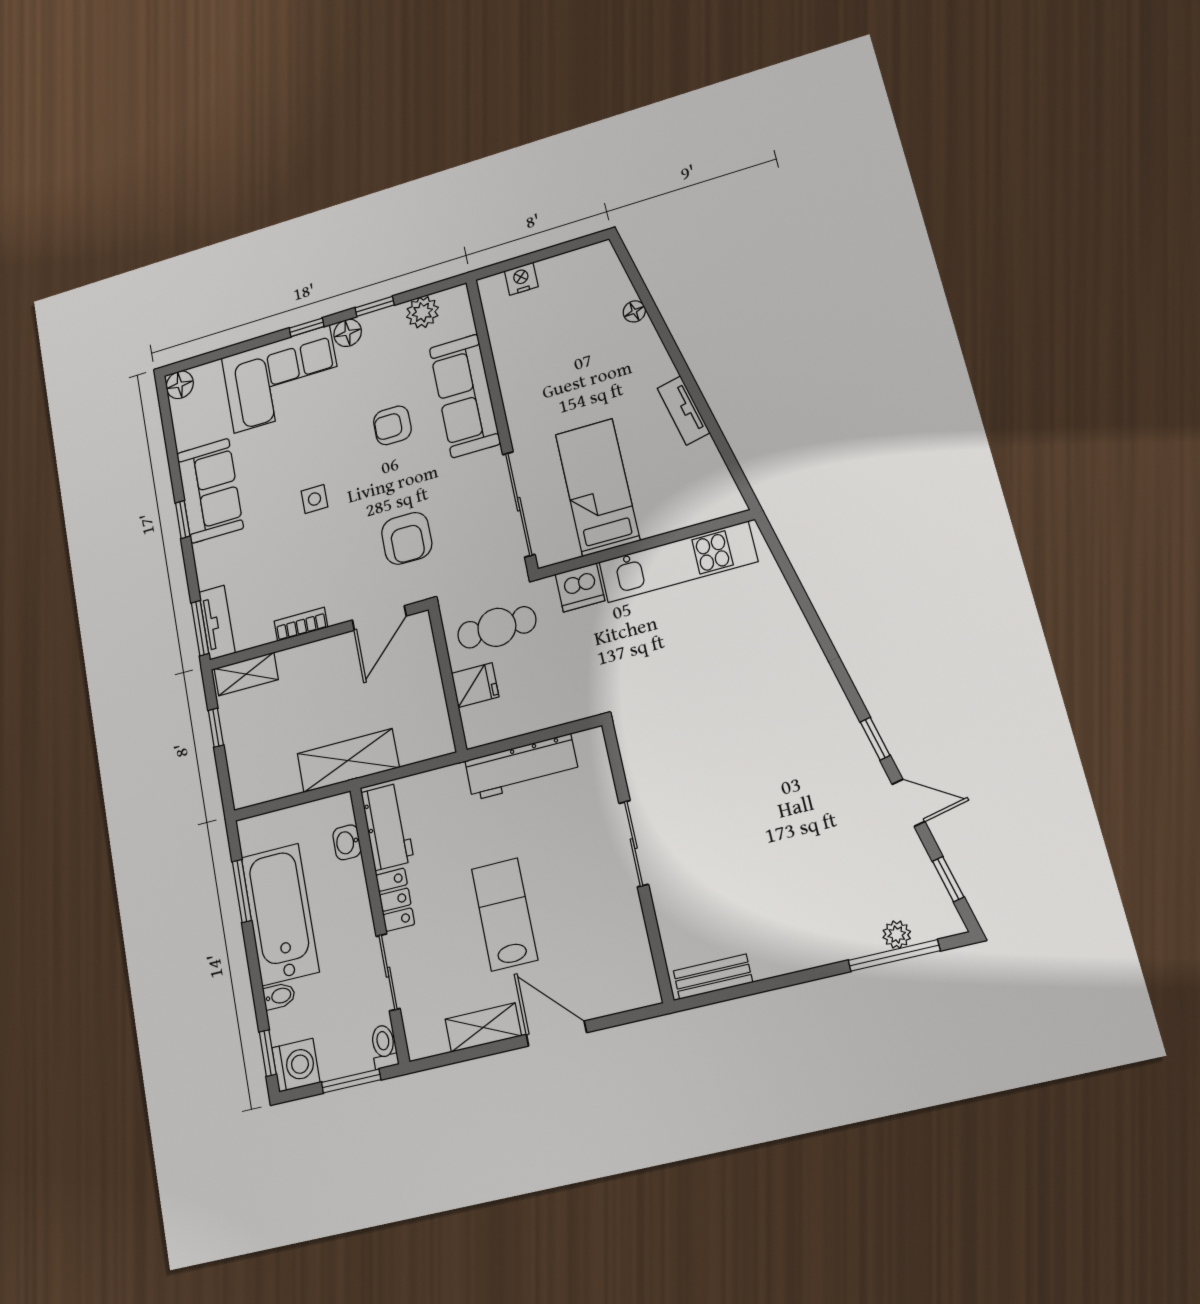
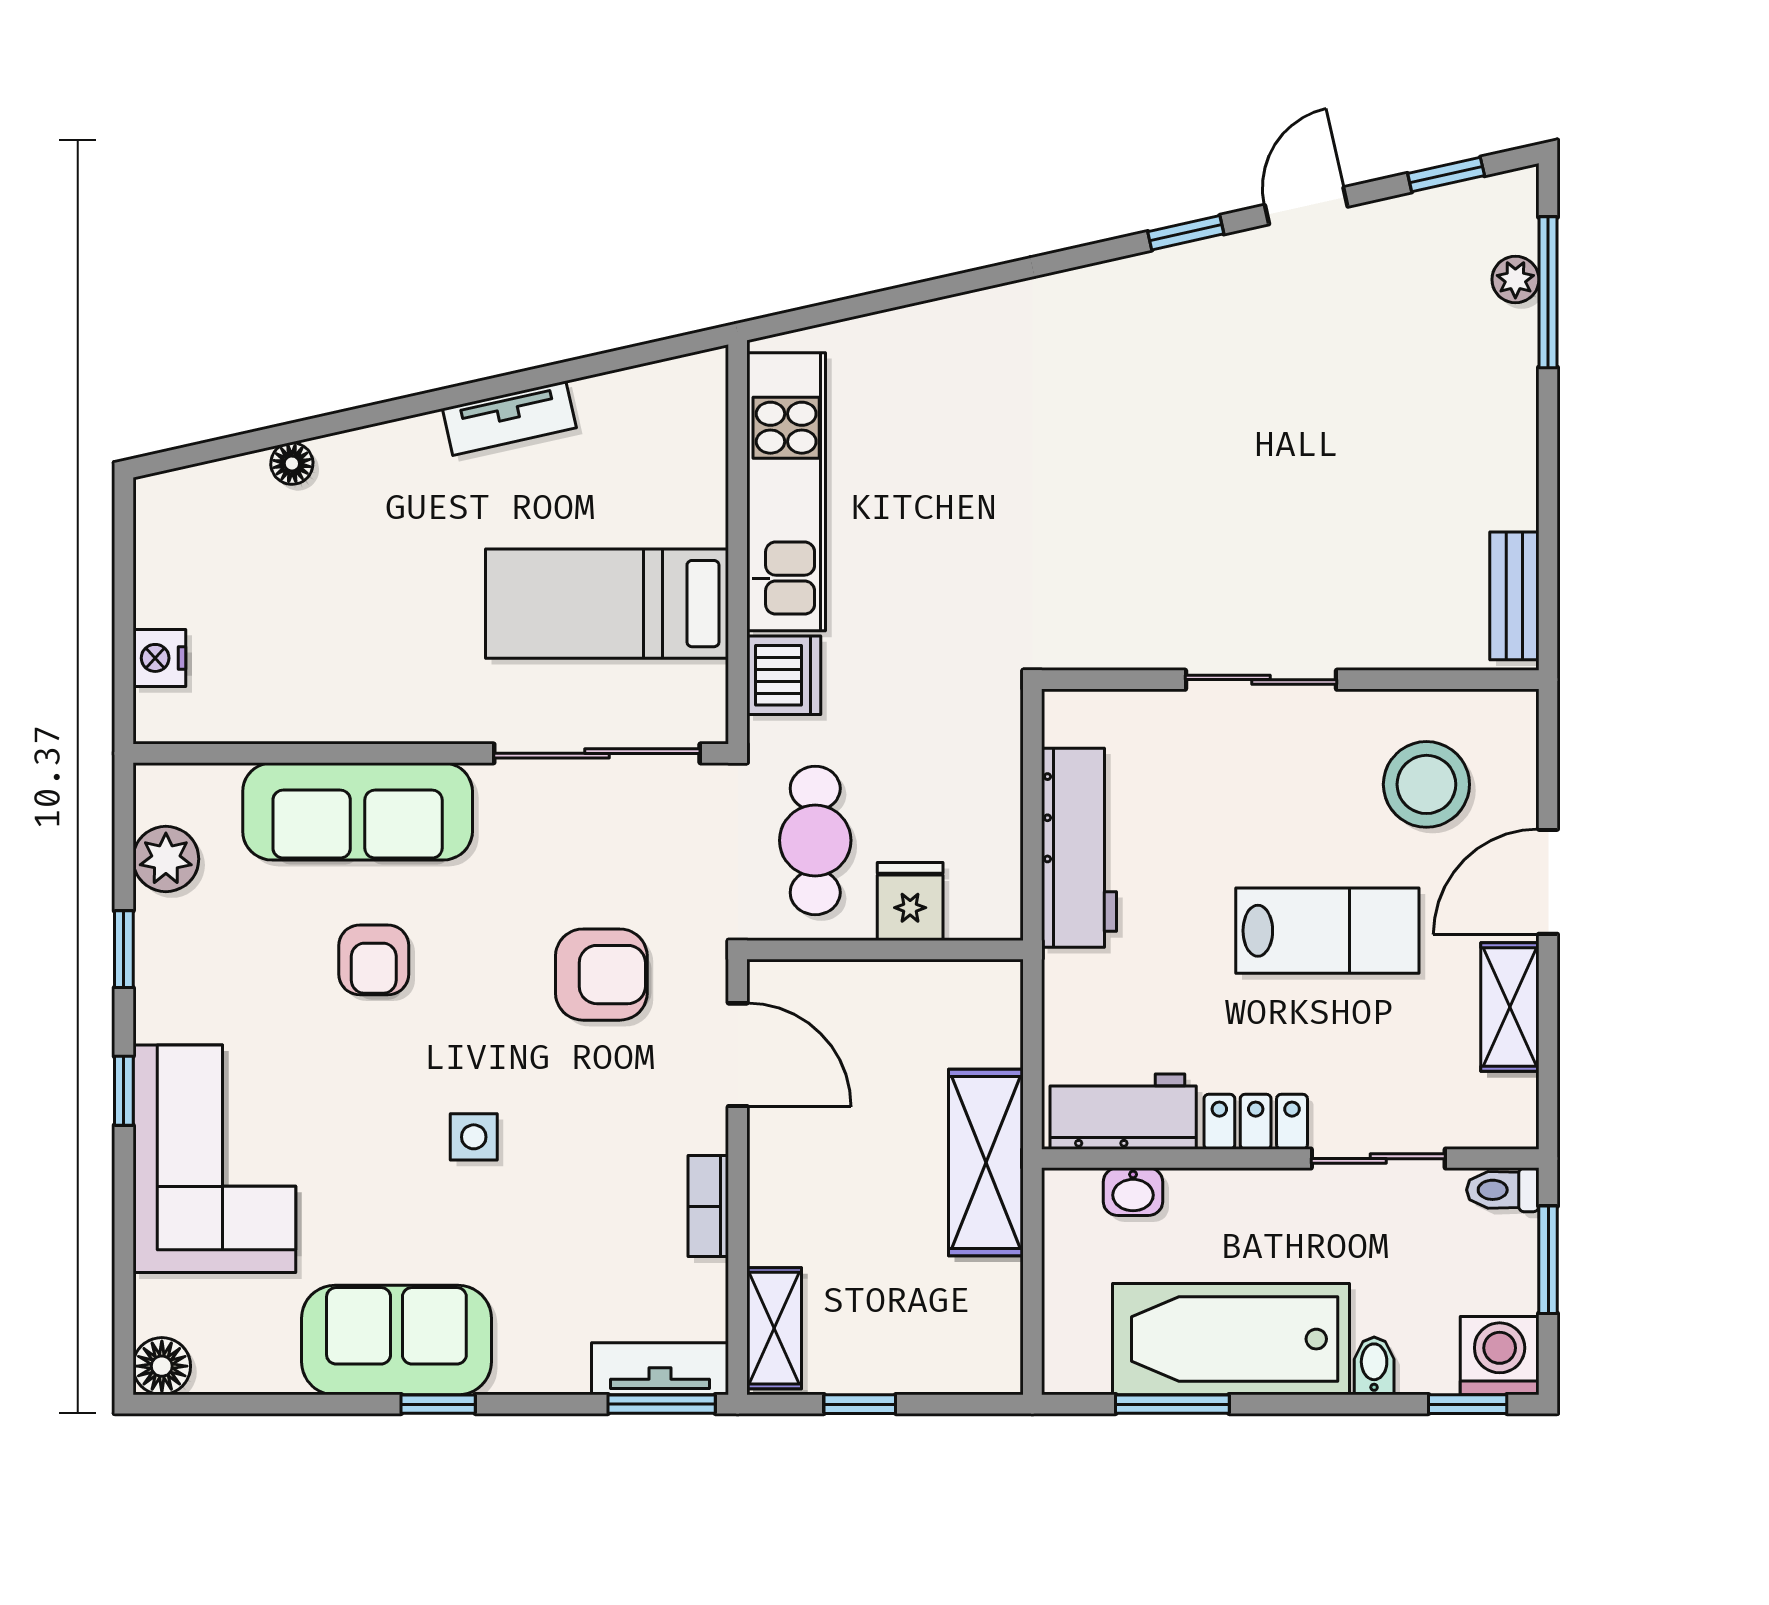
floor lamp: (348, 333) -> (161, 1012), removed
lab bench: (504, 914) -> (1327, 931), turned 180
stool: (596, 951) -> (1426, 784), added

